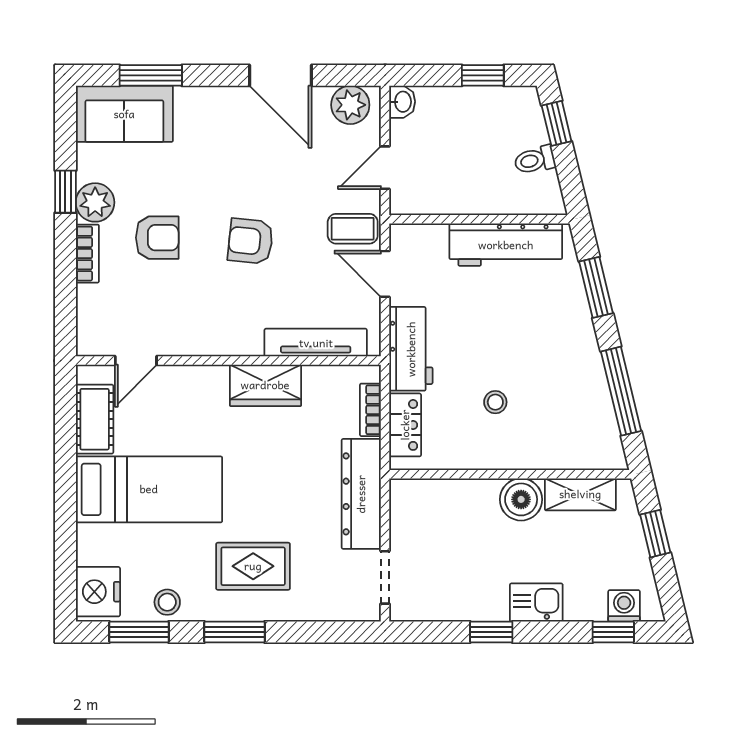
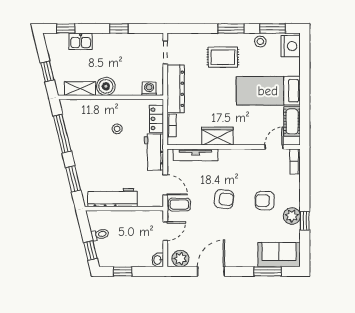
door: (280, 75) -> (211, 271), hinge flipped
bookcase: (87, 254) -> (295, 161), moved
kitchen sink: (536, 603) -> (81, 41), moved
washing machine: (624, 606) -> (149, 89), moved, turned 180

